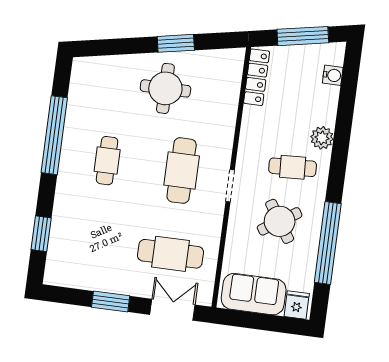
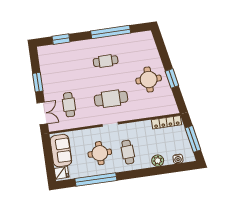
plant: (322, 138) -> (158, 161), moved
round table: (280, 221) -> (100, 153), turned 33
cafe table: (170, 254) -> (69, 105), width x0.73, depth x0.74

